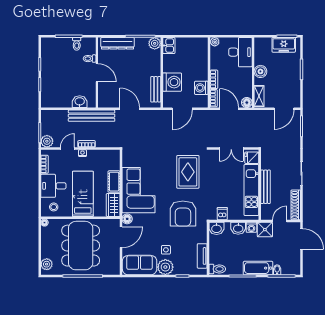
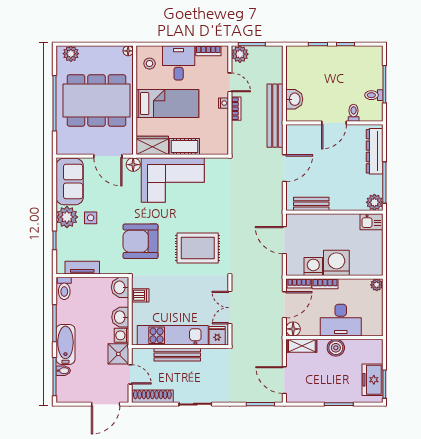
desk: (240, 52) -> (341, 320), moved
washing machine: (172, 82) -> (336, 263), moved, turned 180

